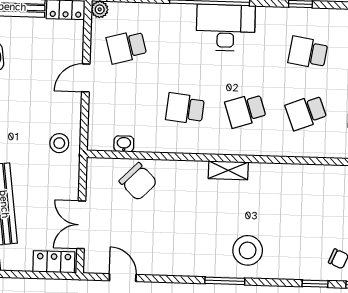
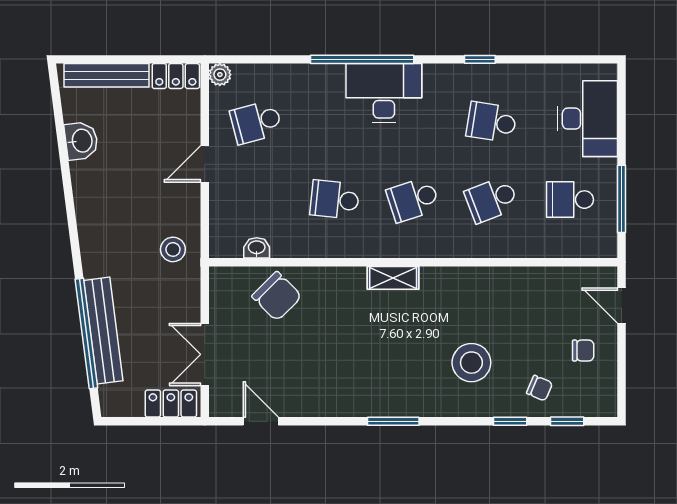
stool: (248, 250) -> (471, 363), moved

